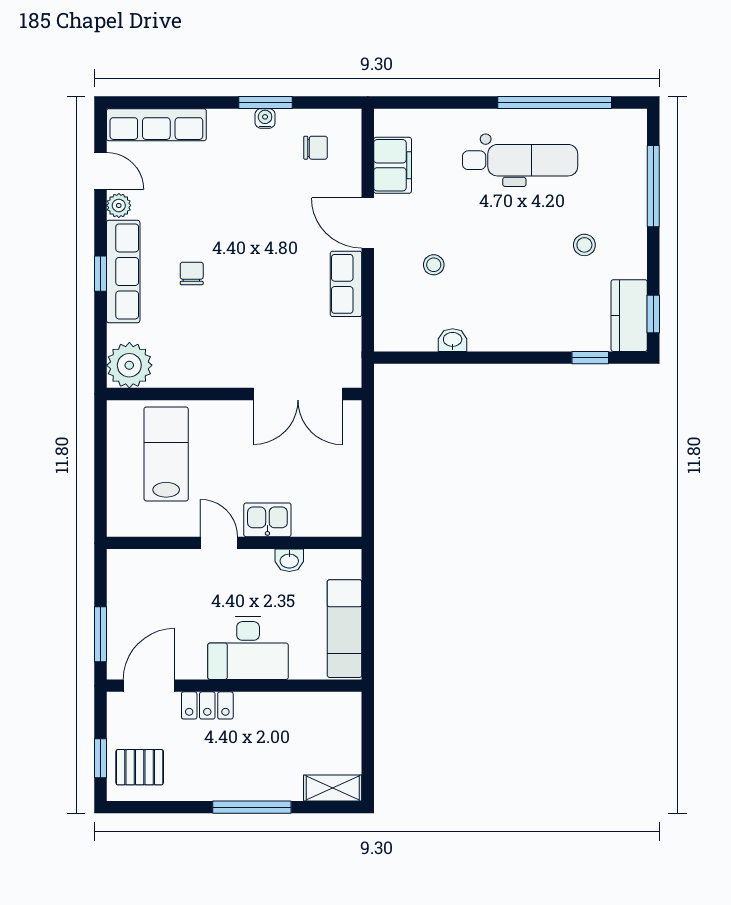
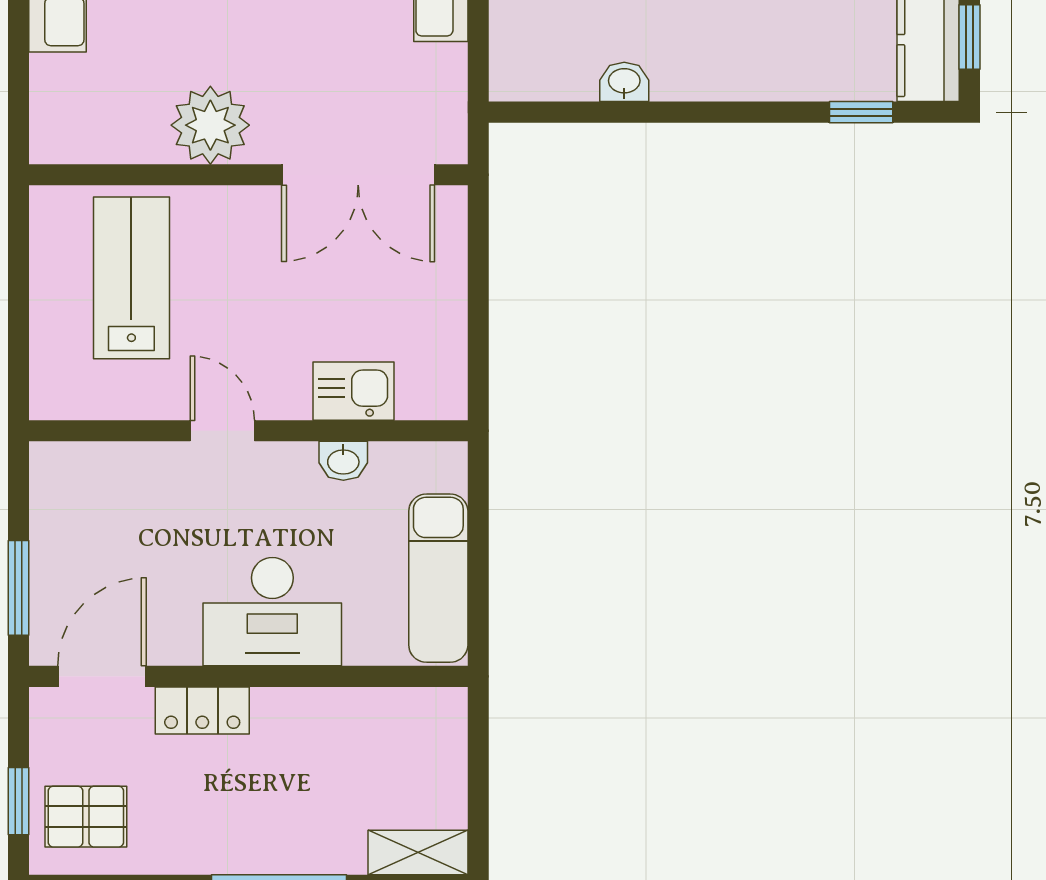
plant: (129, 365) -> (210, 125), moved
kitchen sink: (267, 520) -> (353, 391), moved

